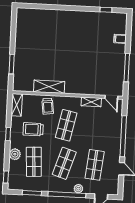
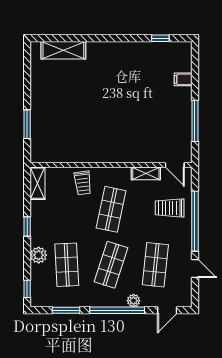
shelving: (49, 87) -> (63, 50), moved
trolley: (33, 129) -> (170, 208), moved

